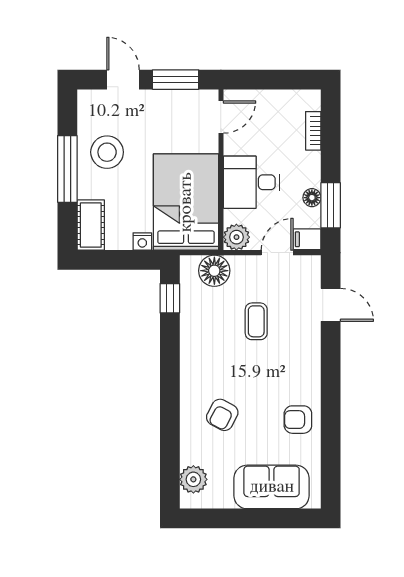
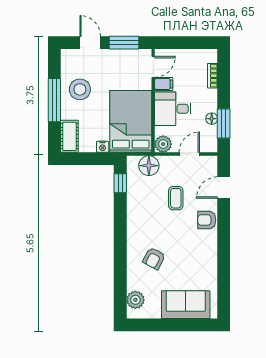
filing cabinet: (307, 239) -> (164, 84), moved, turned 180
door: (331, 305) -> (224, 188), swing flipped
armchair: (298, 420) -> (207, 220), moved

